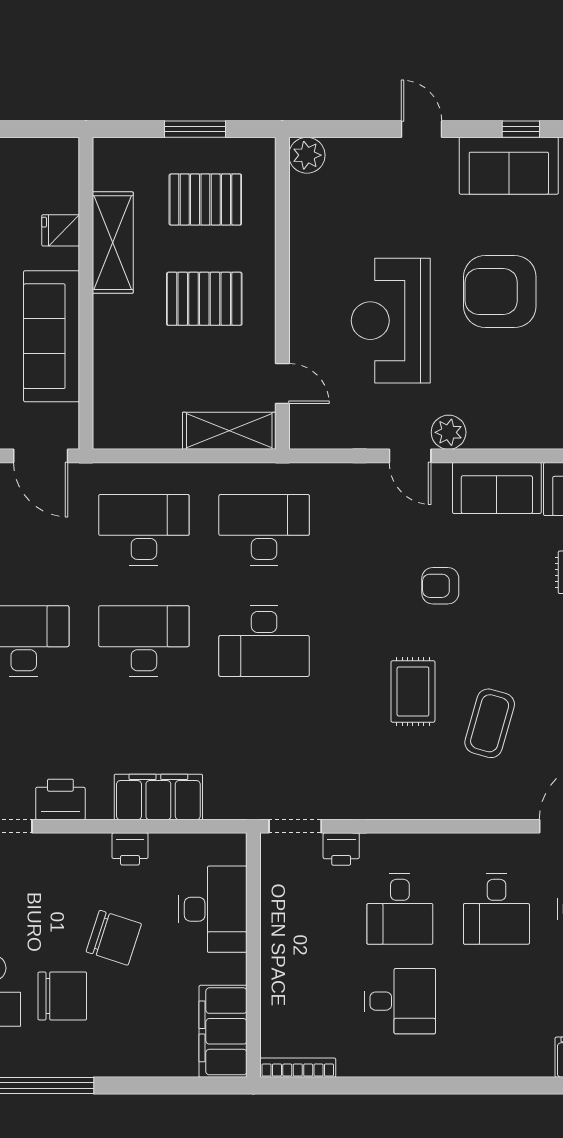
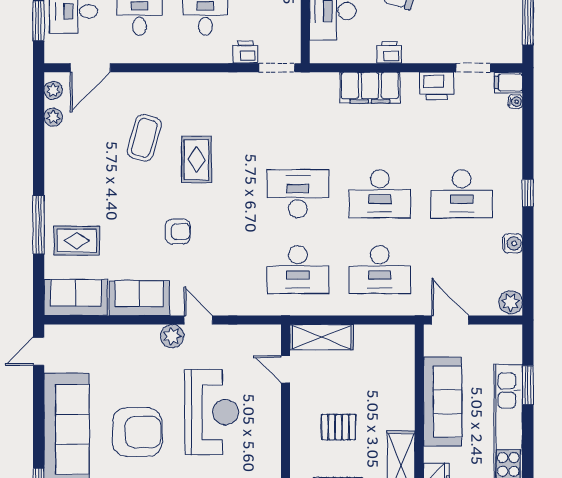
pallet: (204, 299) -> (339, 427), width x0.67, depth x0.71

